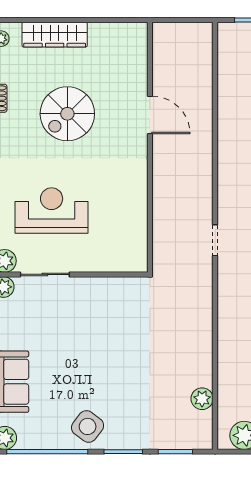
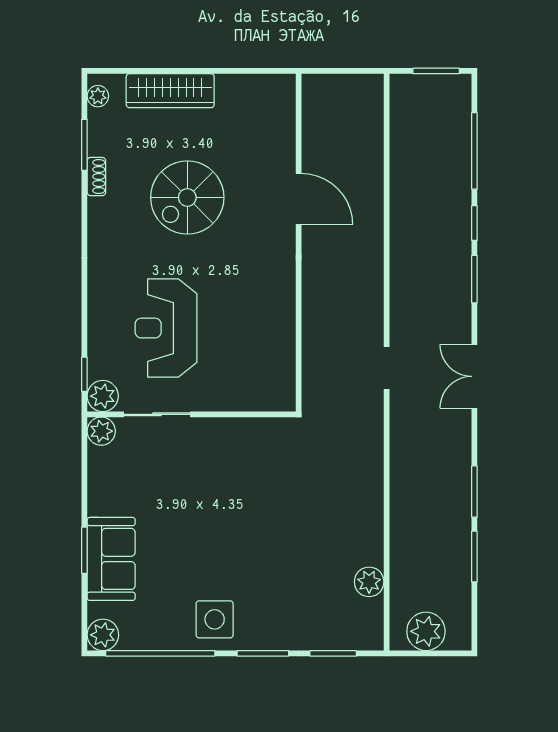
reception desk: (52, 211) -> (166, 328), turned -90
side table: (88, 426) -> (215, 619), turned -37

